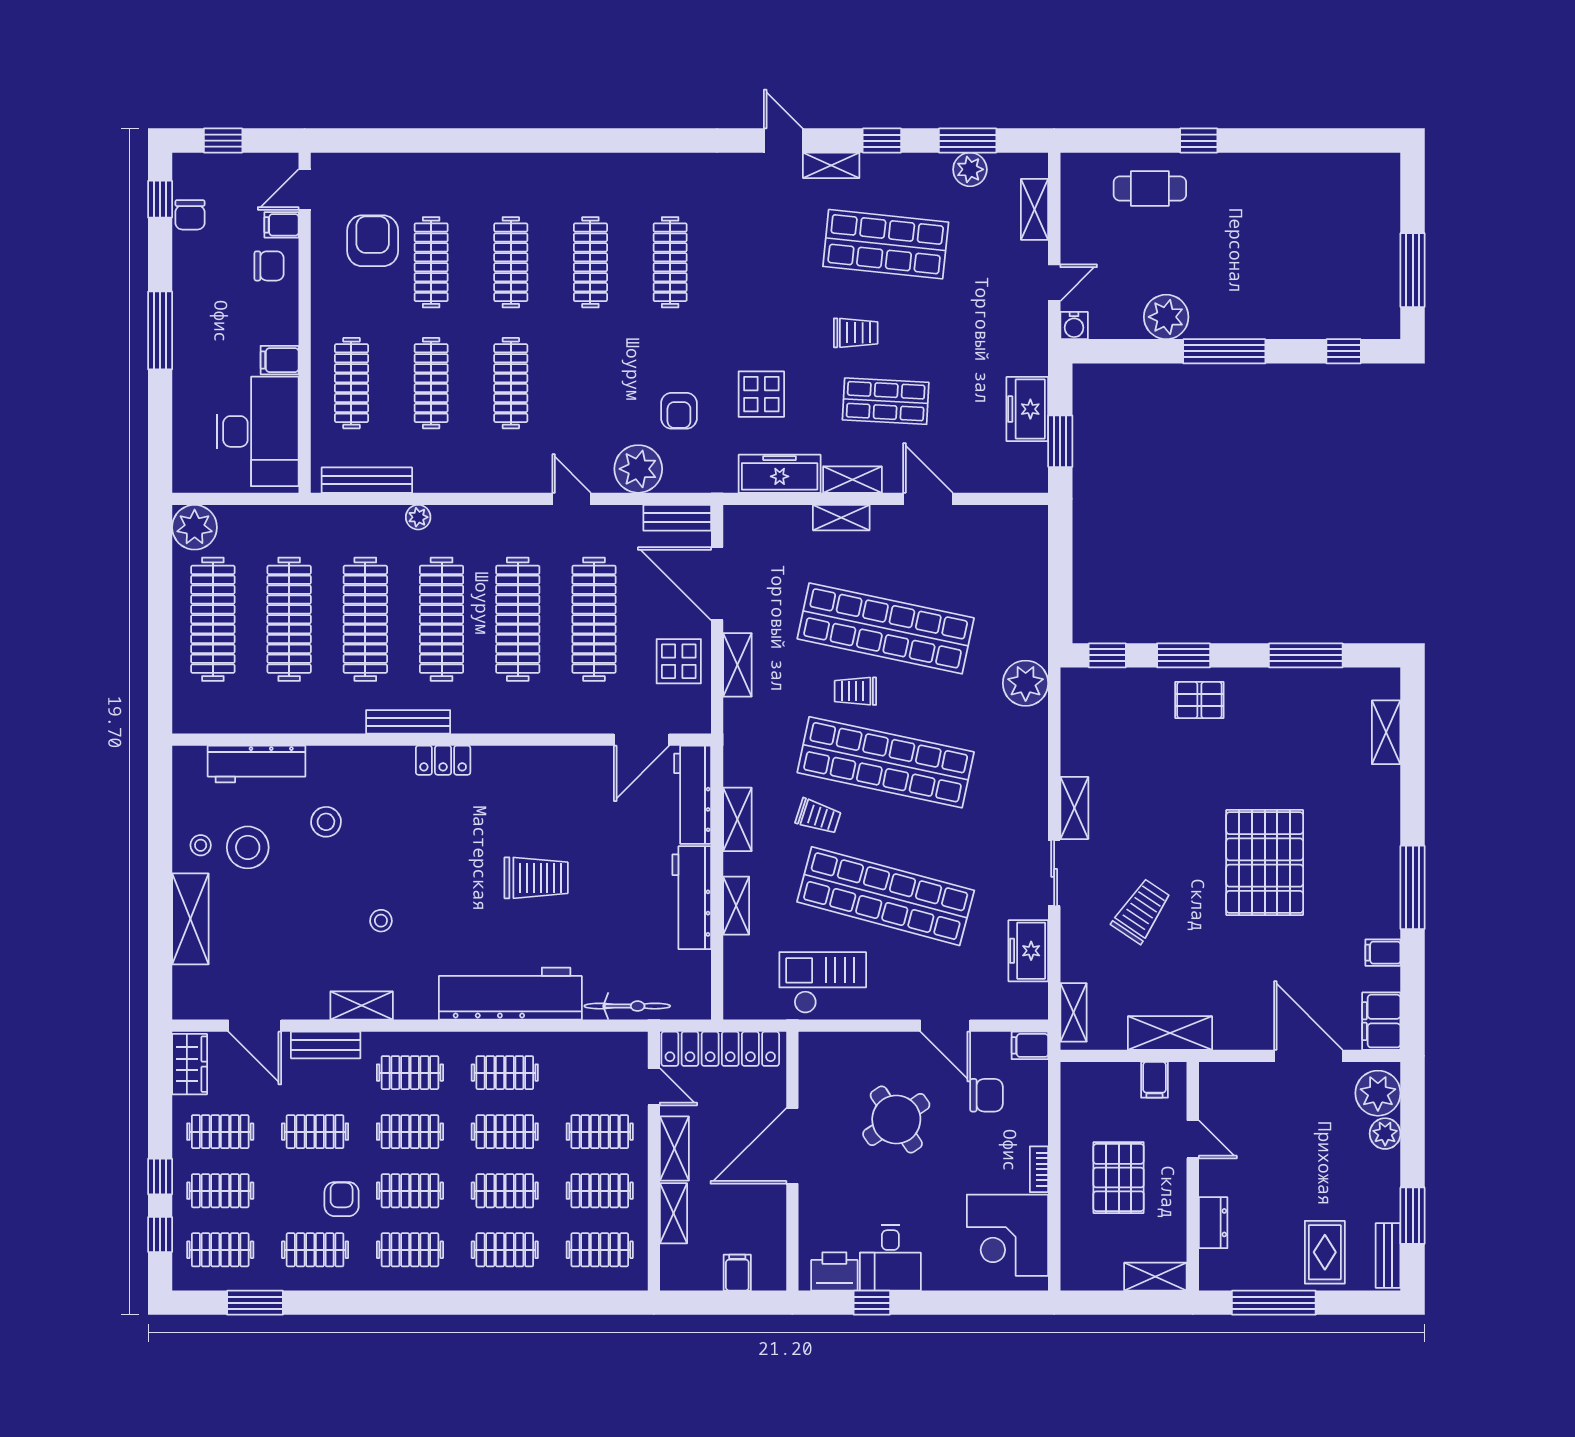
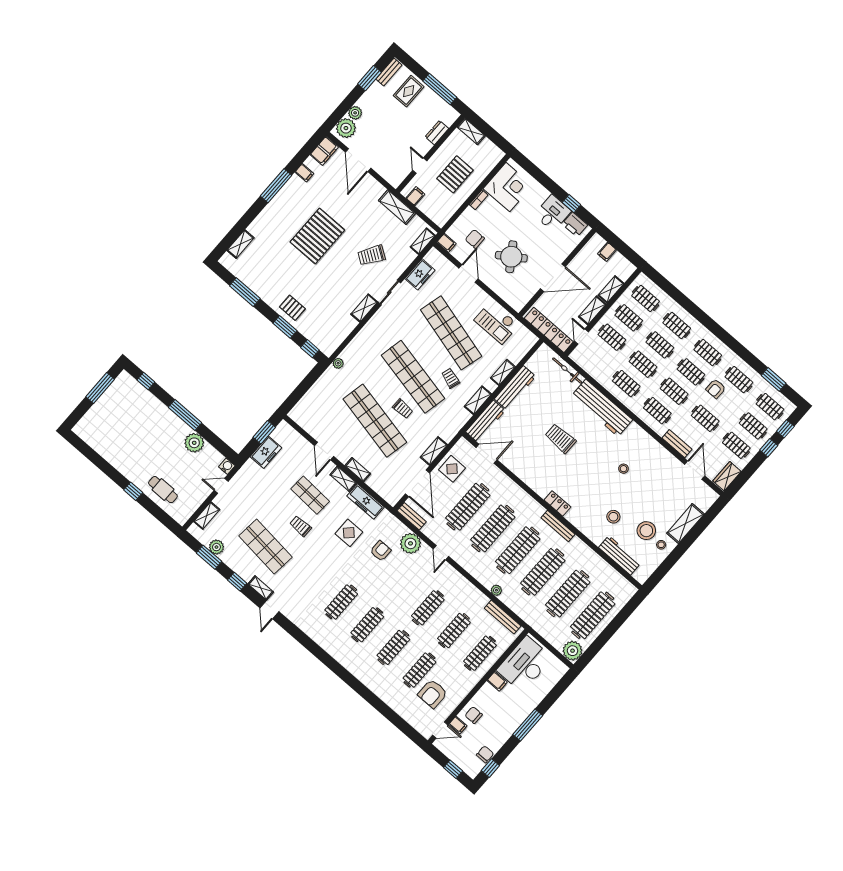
plant: (1026, 683) -> (338, 363), width x0.53, depth x0.53
shelving: (362, 1006) -> (654, 446), removed

